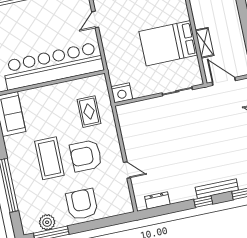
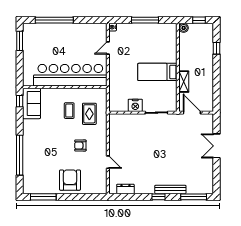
bed: (168, 43) -> (157, 72), width x0.67
nightstand: (122, 93) -> (135, 105), moved
armchair: (86, 156) -> (80, 145), width x0.53, depth x0.53
coffee table: (49, 158) -> (69, 111), moved, width x0.54, depth x0.58
plant: (47, 222) -> (42, 188), removed

